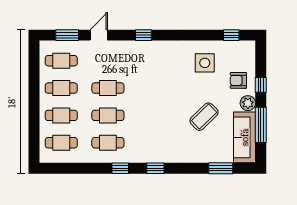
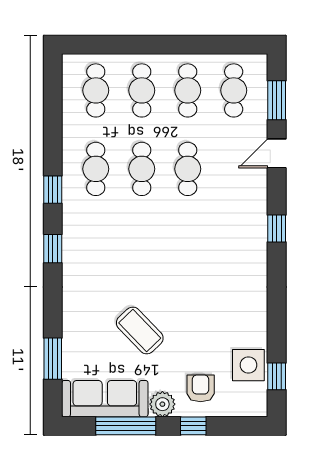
door: (99, 35) -> (277, 153), swing flipped
side table: (205, 63) -> (248, 365), moved

